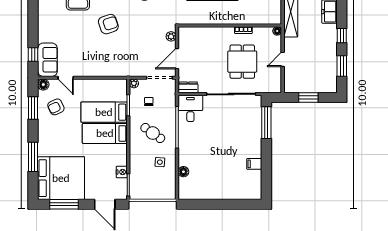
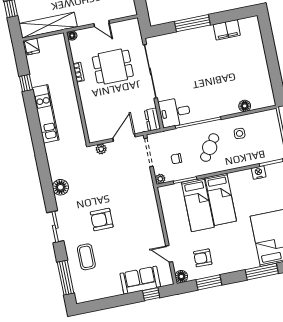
armchair: (108, 24) -> (102, 220), turned -71
door: (177, 59) -> (124, 138), swing flipped
sofa: (47, 60) -> (140, 280), moved
door: (66, 78) -> (169, 254), swing flipped
armchair: (56, 107) -> (203, 258), turned 116
window: (266, 123) -> (192, 23), moved
filing cabinet: (254, 164) -> (227, 30), width x2.00

